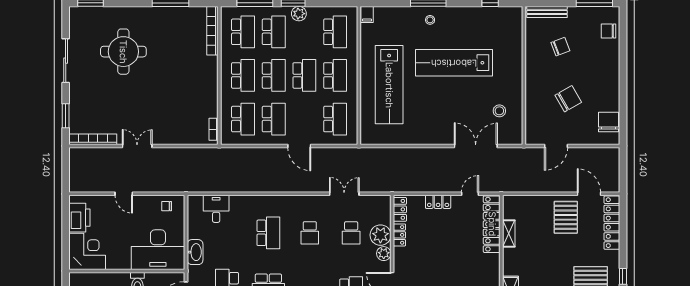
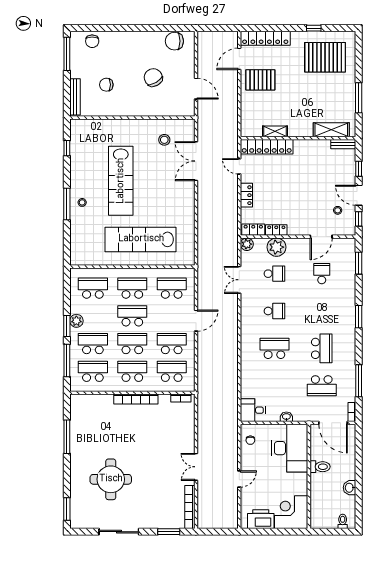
filing cabinet: (367, 14) -> (77, 259), removed
bookcase: (212, 31) -> (136, 399), moved
chair: (560, 47) -> (106, 85), turned -69
lab bench: (389, 85) -> (141, 239), turned 180
desk: (216, 209) -> (253, 410), moved
washbasin: (195, 252) -> (286, 417), width x0.52, depth x0.69
plant: (384, 254) -> (247, 244), moved

